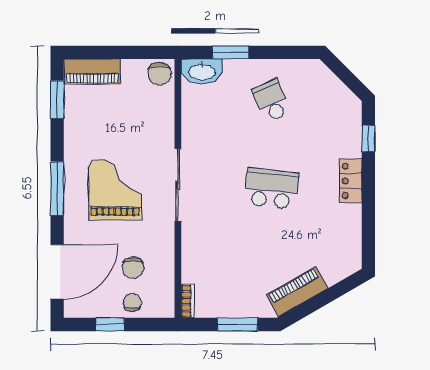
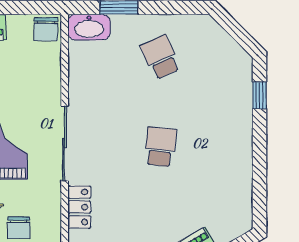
locker: (351, 181) -> (79, 207), moved, turned 180
school desk: (272, 188) -> (160, 147), width x0.54

